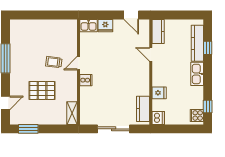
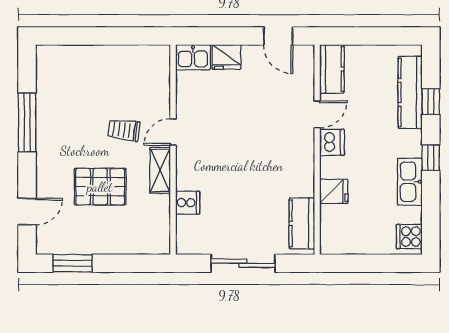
door: (151, 54) -> (317, 114), swing flipped
kitchen sink: (197, 74) -> (410, 182), moved
cooker: (86, 80) -> (188, 203), moved
window: (208, 106) -> (431, 158), moved
shelving: (72, 113) -> (160, 170), moved
dishwasher: (158, 118) -> (332, 142), moved

